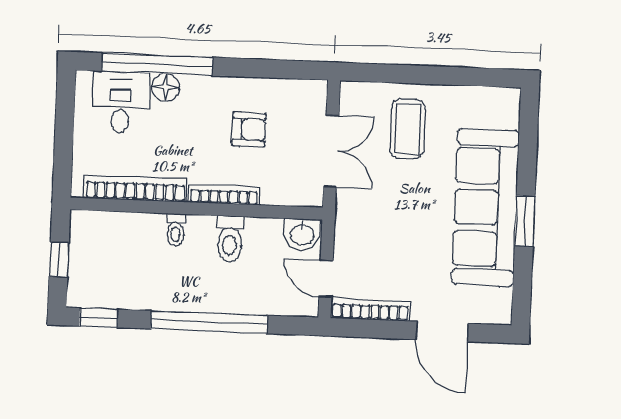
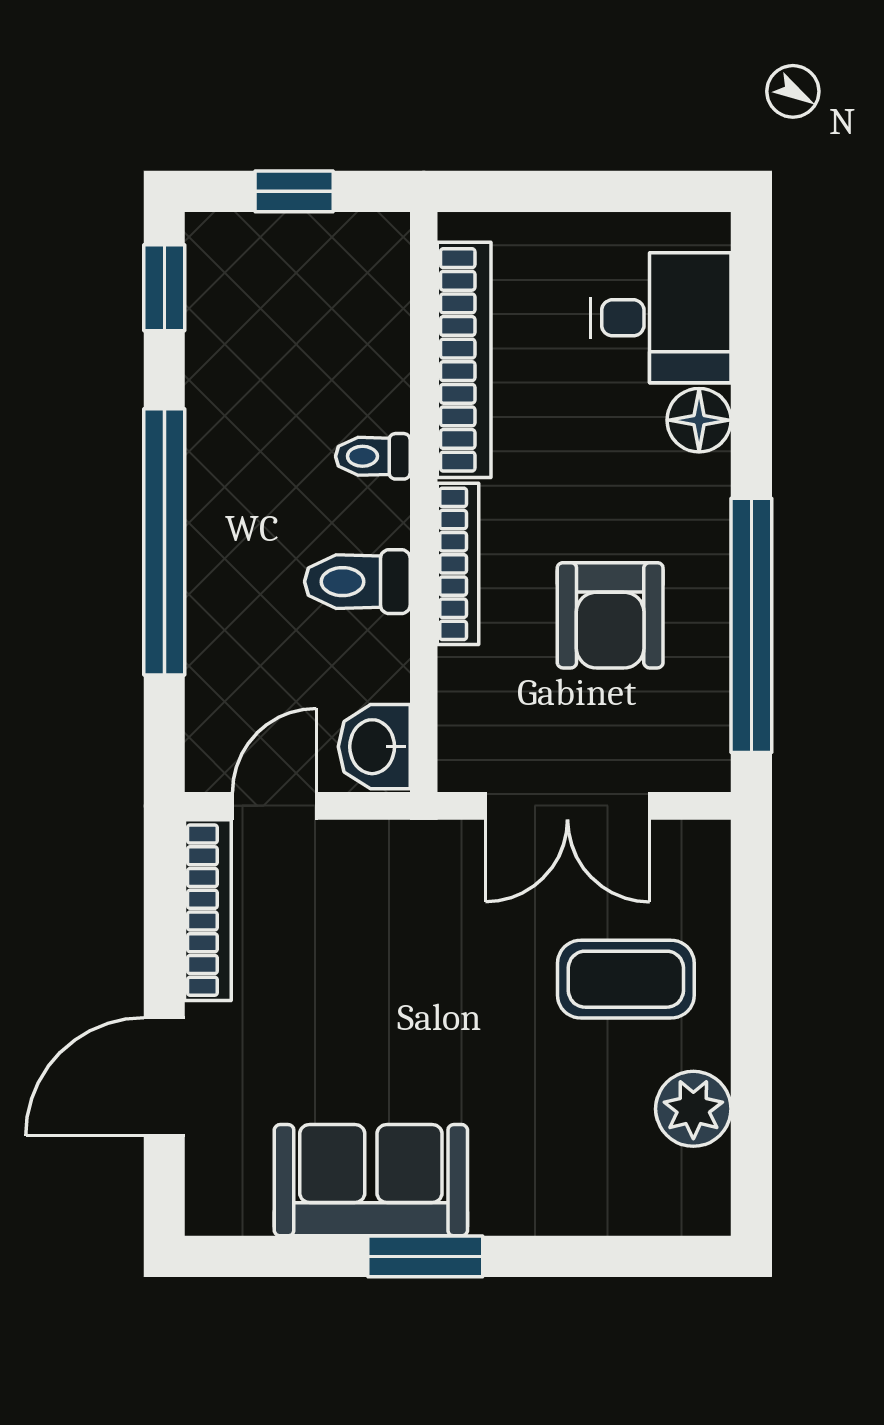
window: (157, 64) -> (751, 625), moved
plant: (465, 102) -> (693, 1109), added
armchair: (249, 129) -> (610, 615), width x1.38, depth x1.38
sofa: (485, 207) -> (371, 1180), width x0.54, depth x0.79

